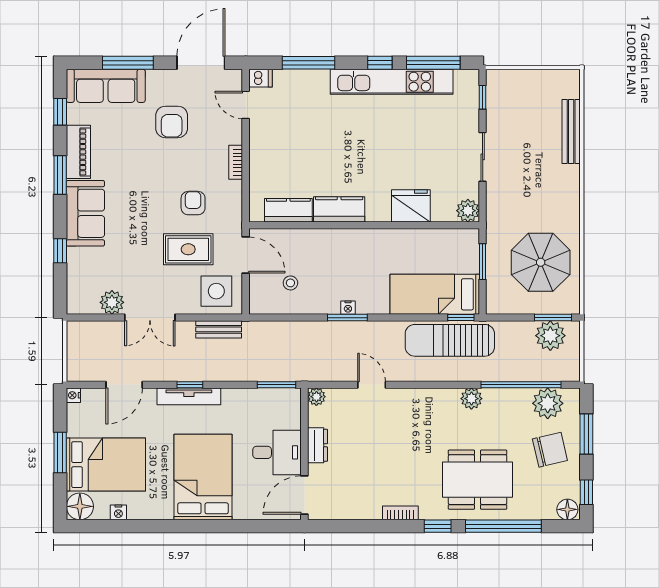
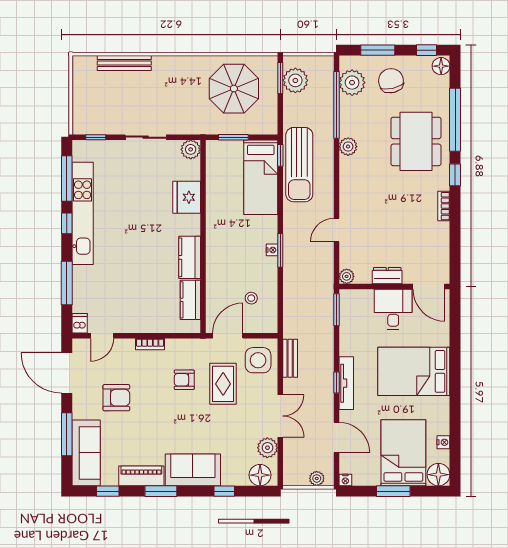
floor lamp: (79, 293) -> (260, 475), added
plant: (75, 361) -> (317, 478), added

